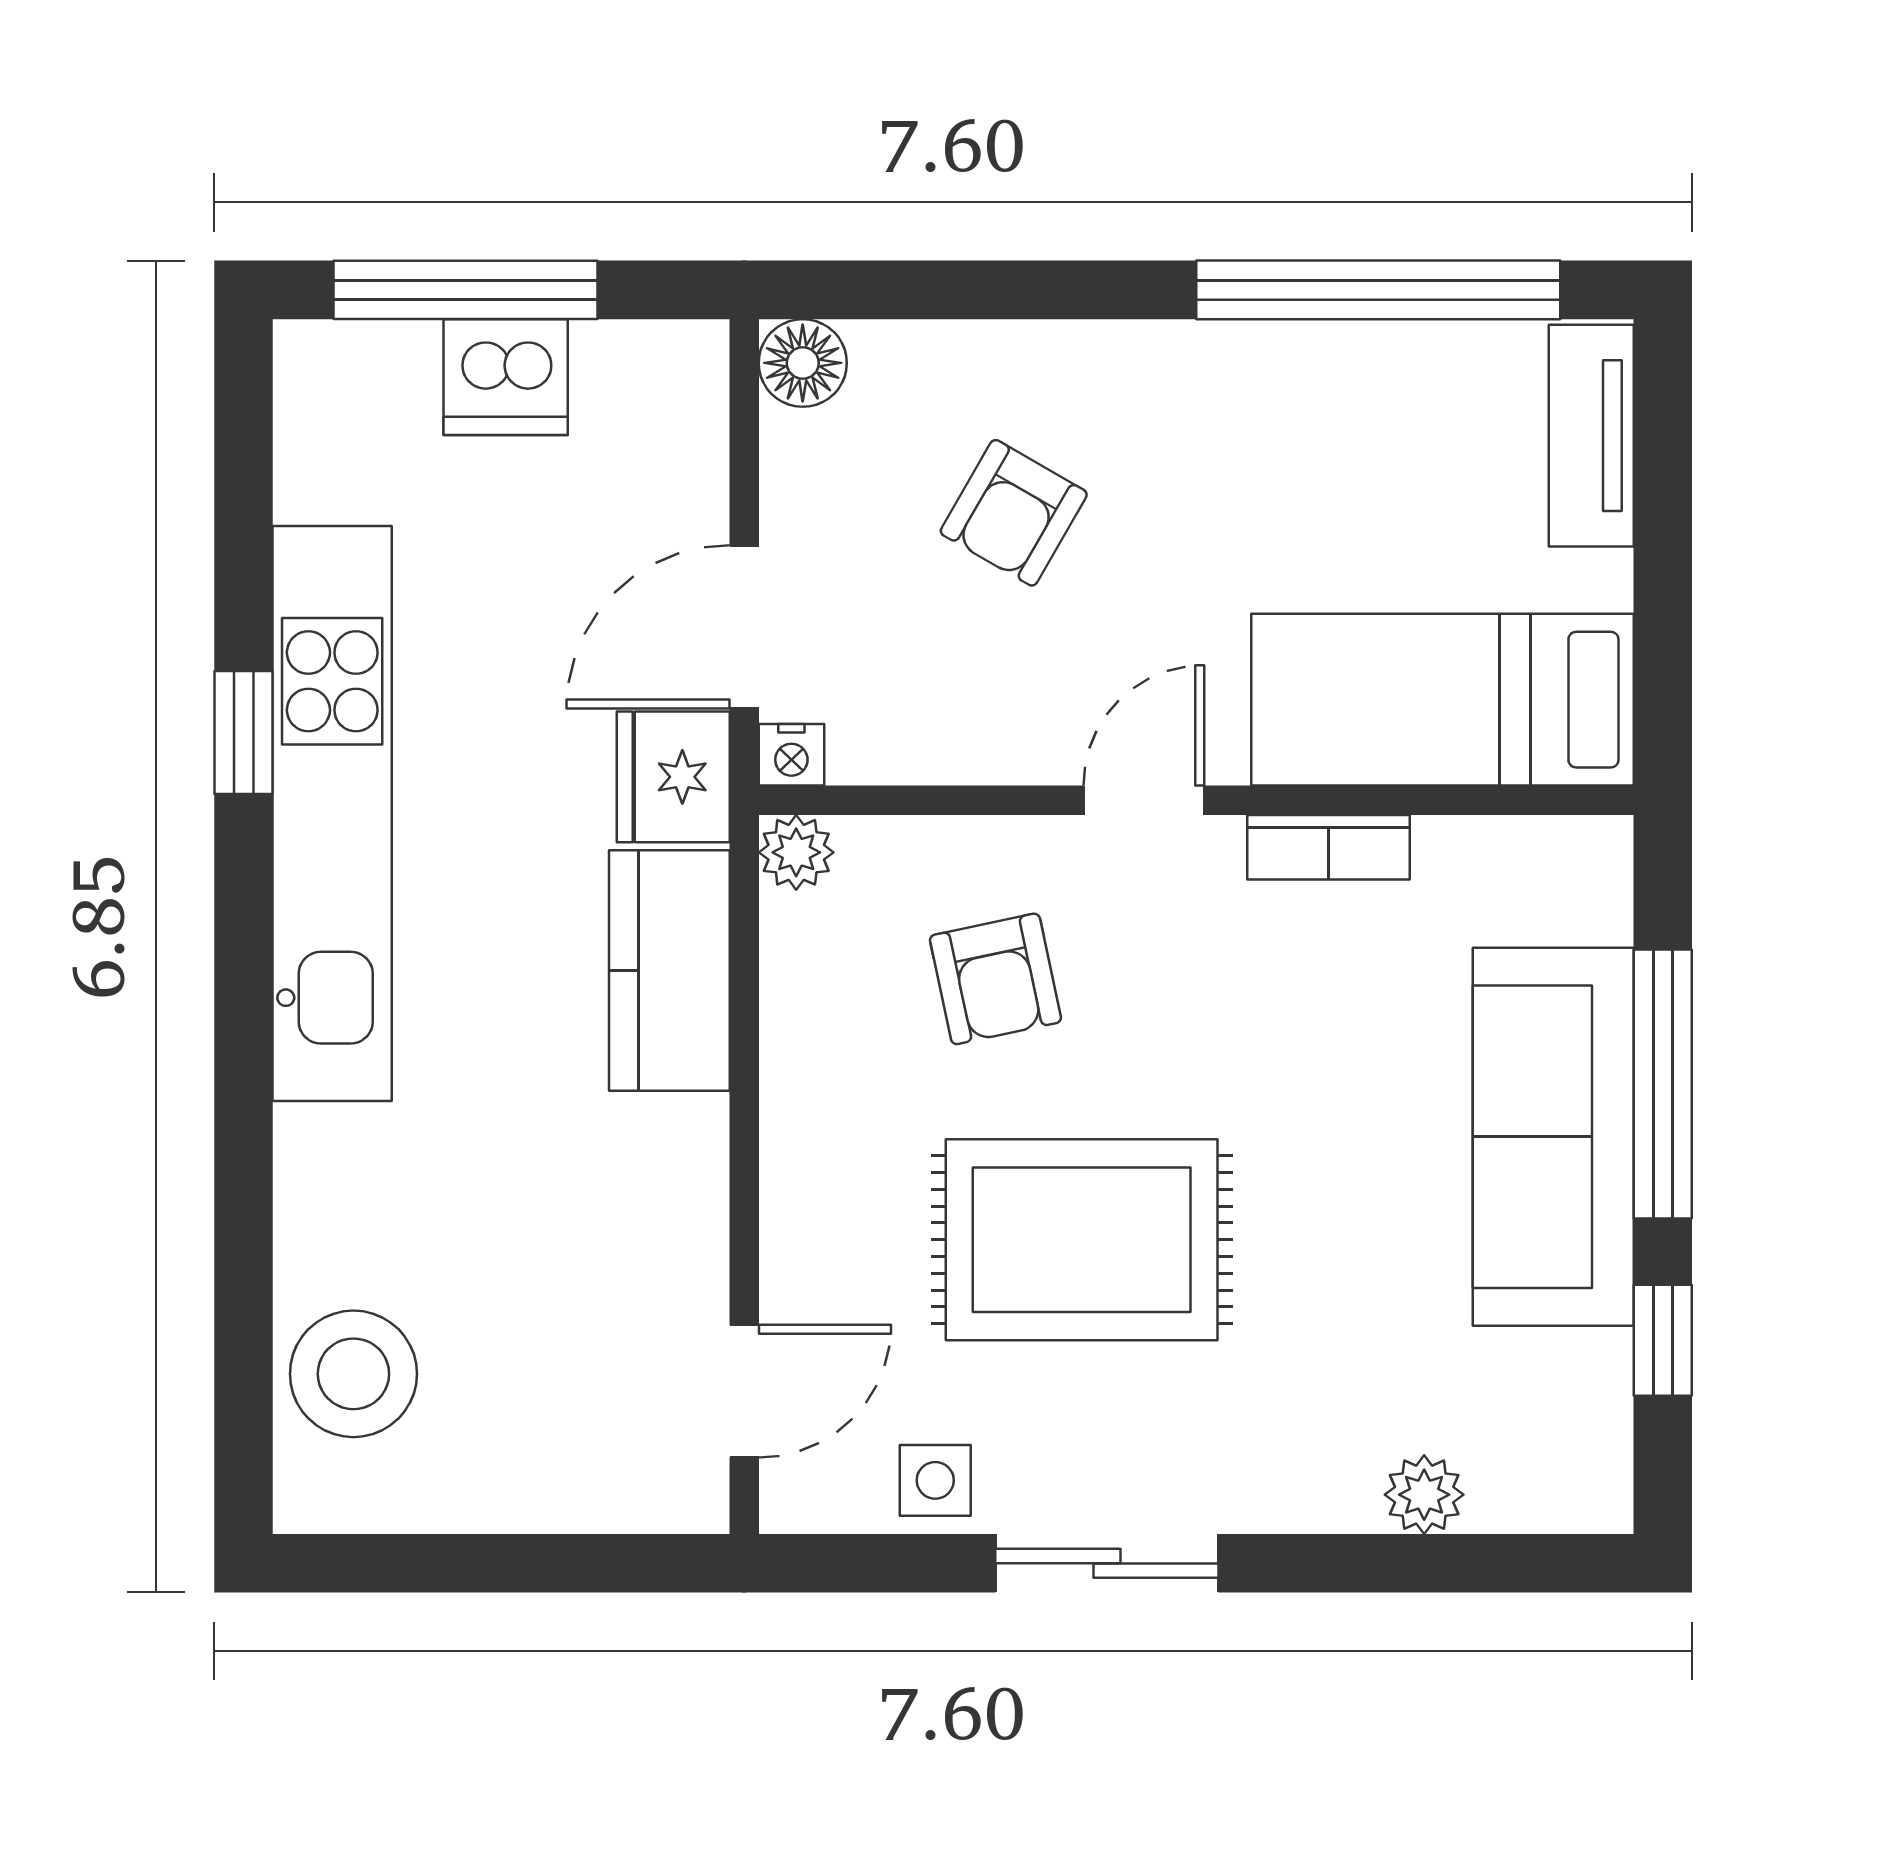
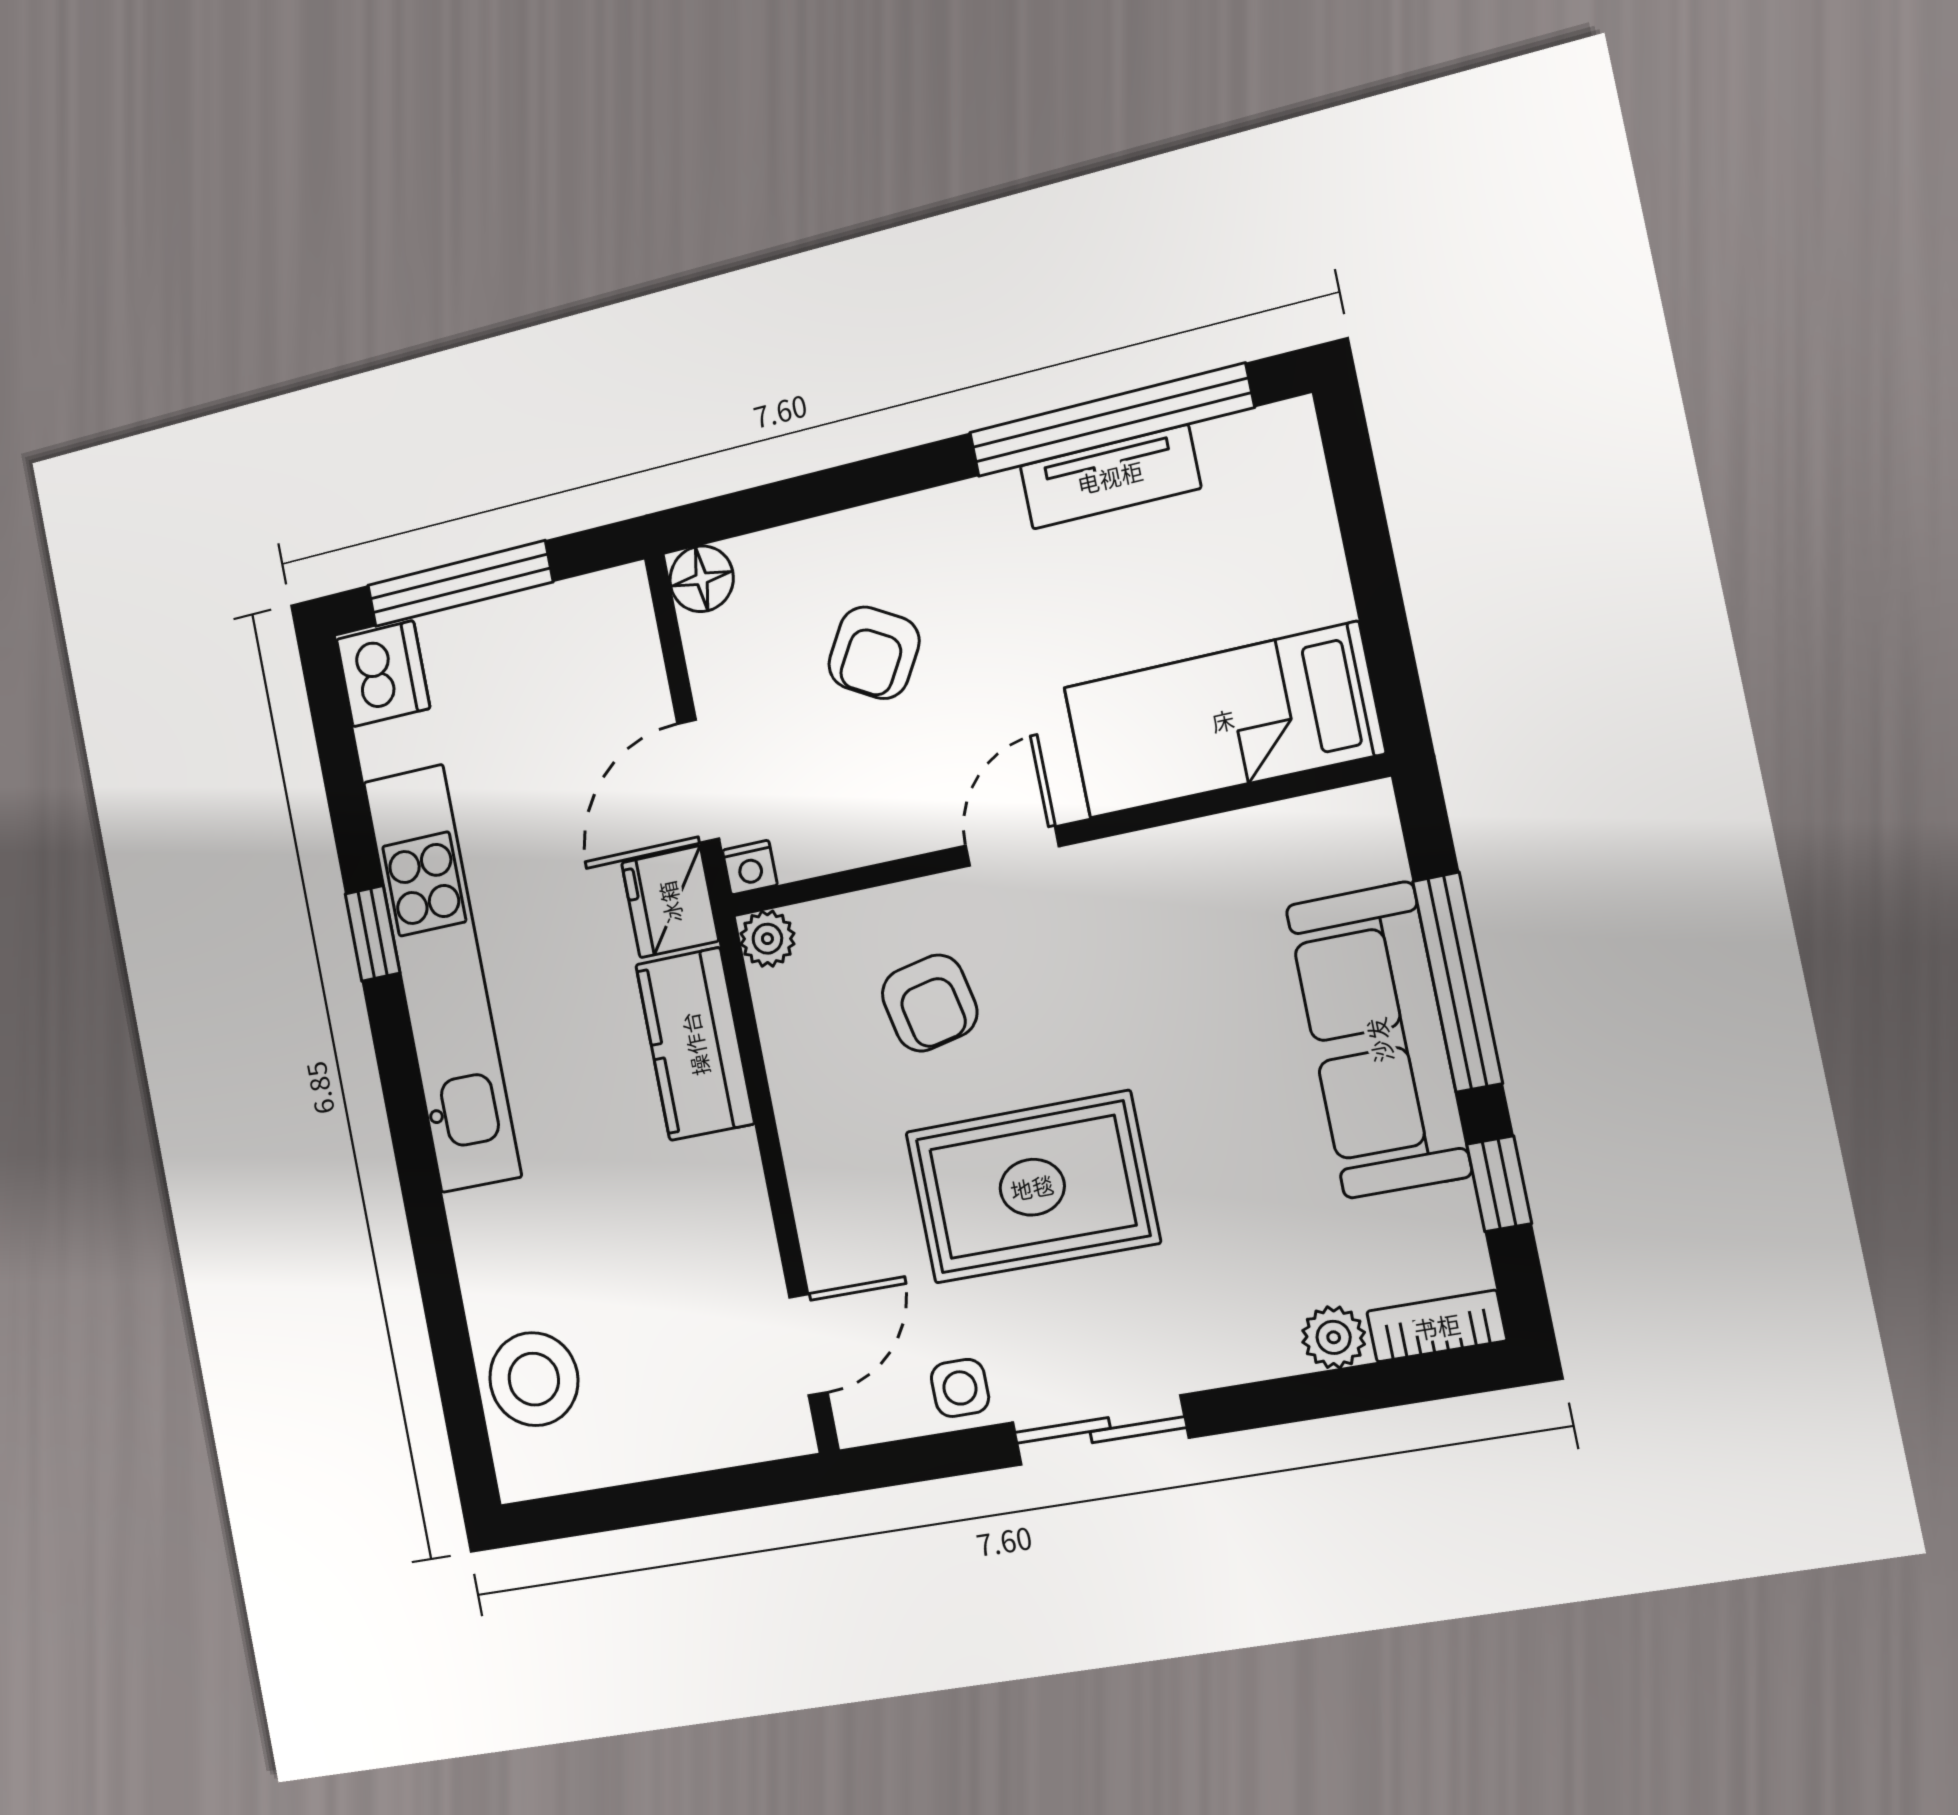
dishwasher: (506, 377) -> (383, 674), moved, turned -90
tv unit: (1591, 436) -> (1110, 477), moved, turned -90
bookcase: (1329, 847) -> (1437, 1326), moved, turned 180

